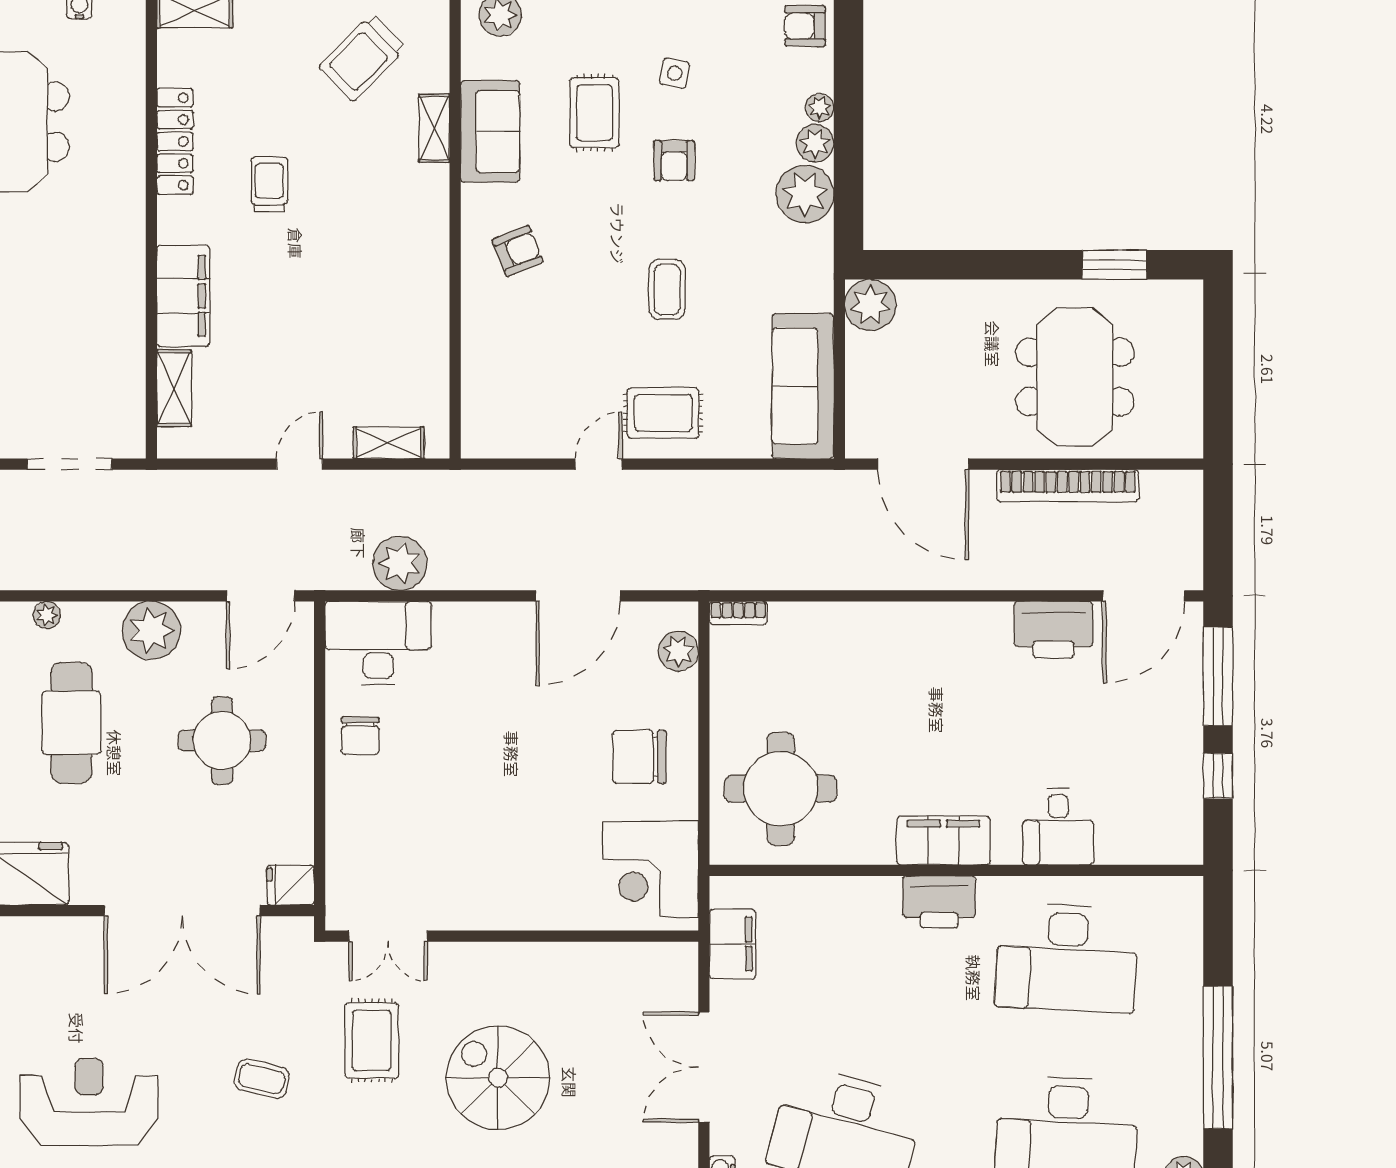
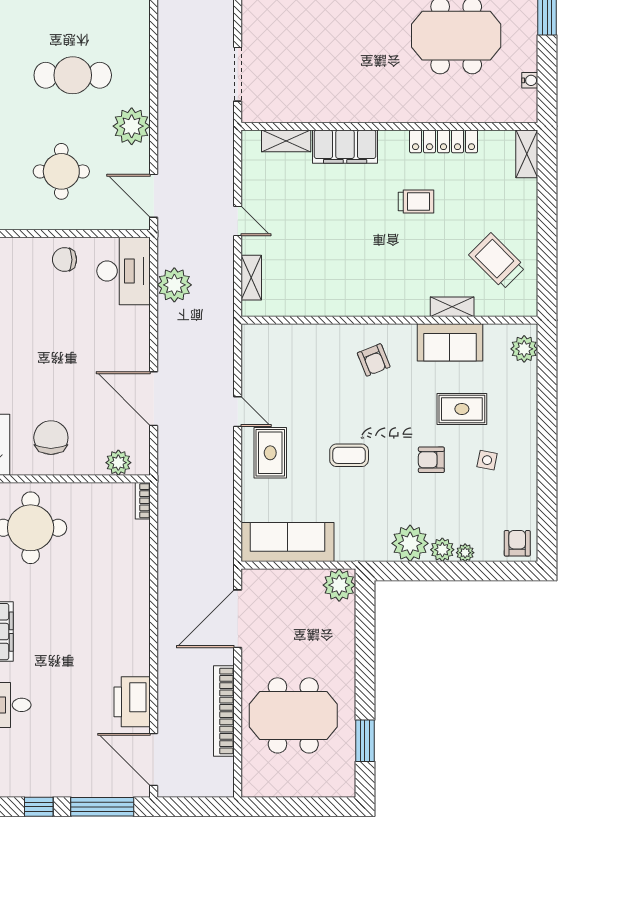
plant: (47, 615) -> (141, 60), removed

